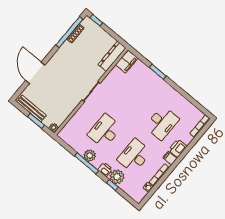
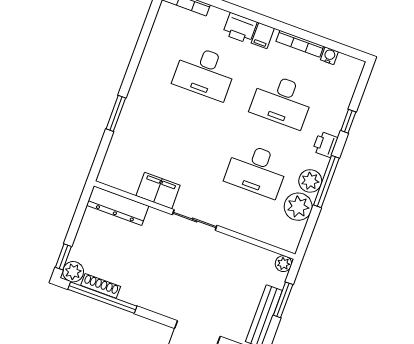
plant: (87, 22) -> (73, 272), added
filing cabinet: (127, 61) -> (158, 191), moved
desk: (162, 123) -> (205, 73), turned 180
plant: (117, 177) -> (298, 207), moved

